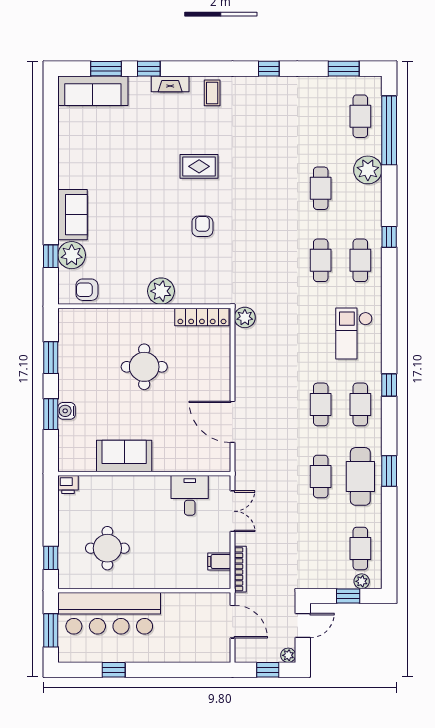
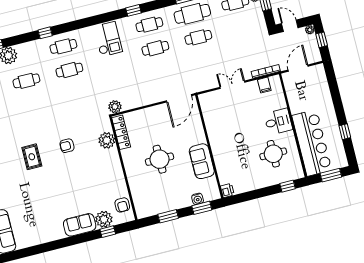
plant: (161, 291) -> (107, 140), moved
checkout: (354, 334) -> (108, 39), turned -90
sofa: (124, 456) -> (202, 161), moved
wall: (144, 474) -> (209, 147), moved
printer: (68, 485) -> (227, 190), moved
desk: (190, 495) -> (278, 122), moved, turned 180

